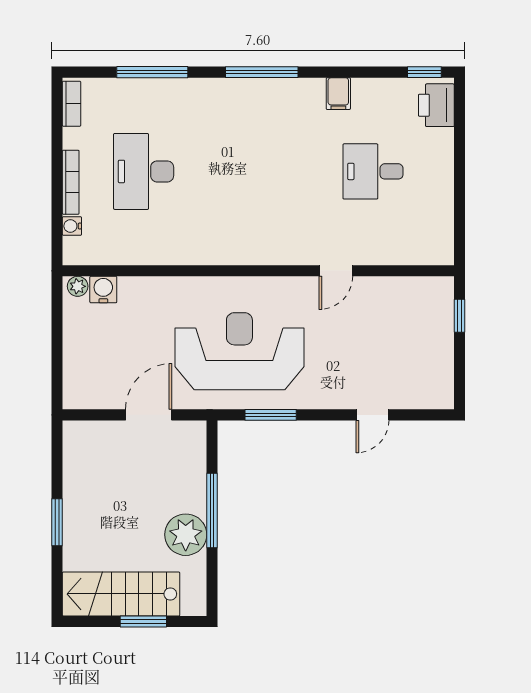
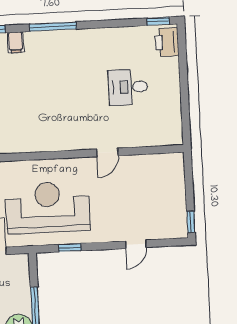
filing cabinet: (338, 94) -> (16, 42), moved
window: (460, 316) -> (191, 222), moved
window: (271, 415) -> (70, 248), width x0.67

